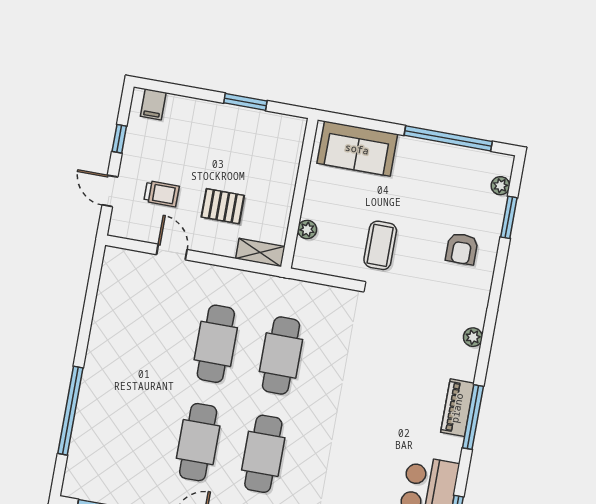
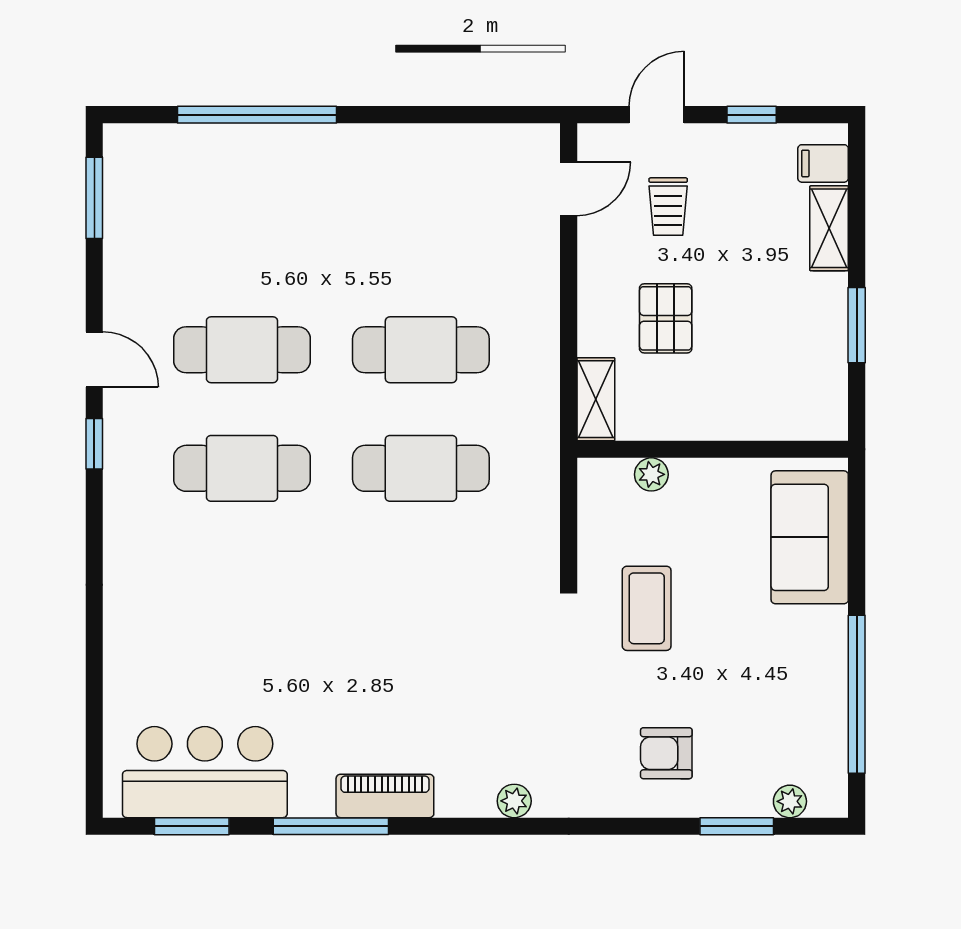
shelving: (189, 107) -> (829, 228), added
coffee table: (380, 245) -> (647, 608), turned 90
door: (172, 252) -> (569, 189), moved
window: (473, 417) -> (331, 826), moved

